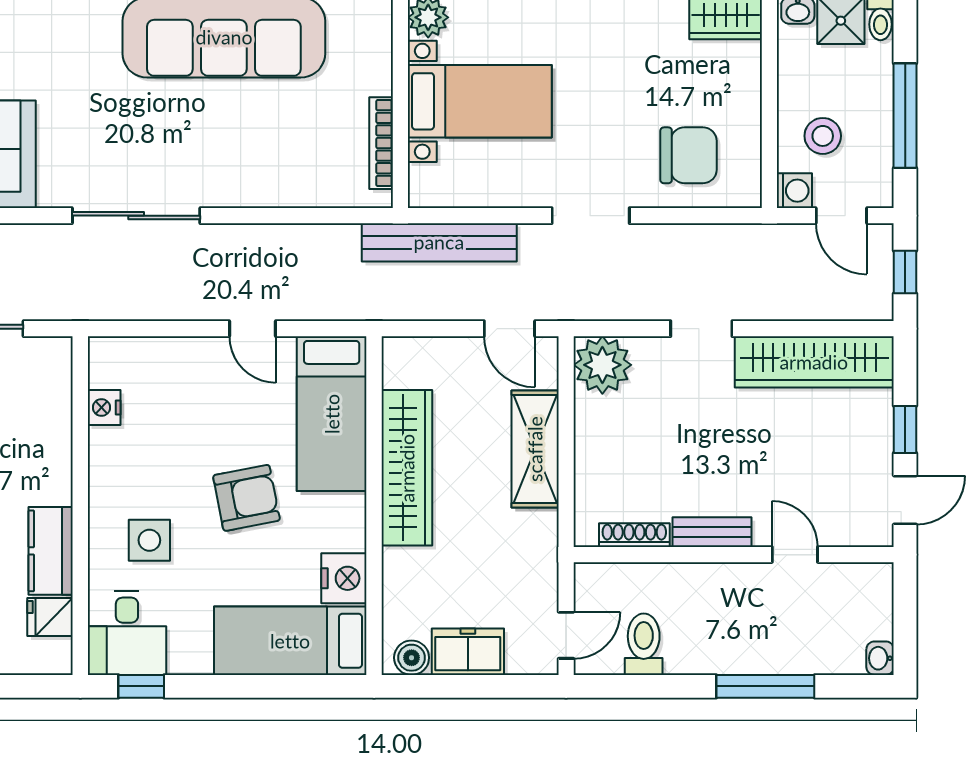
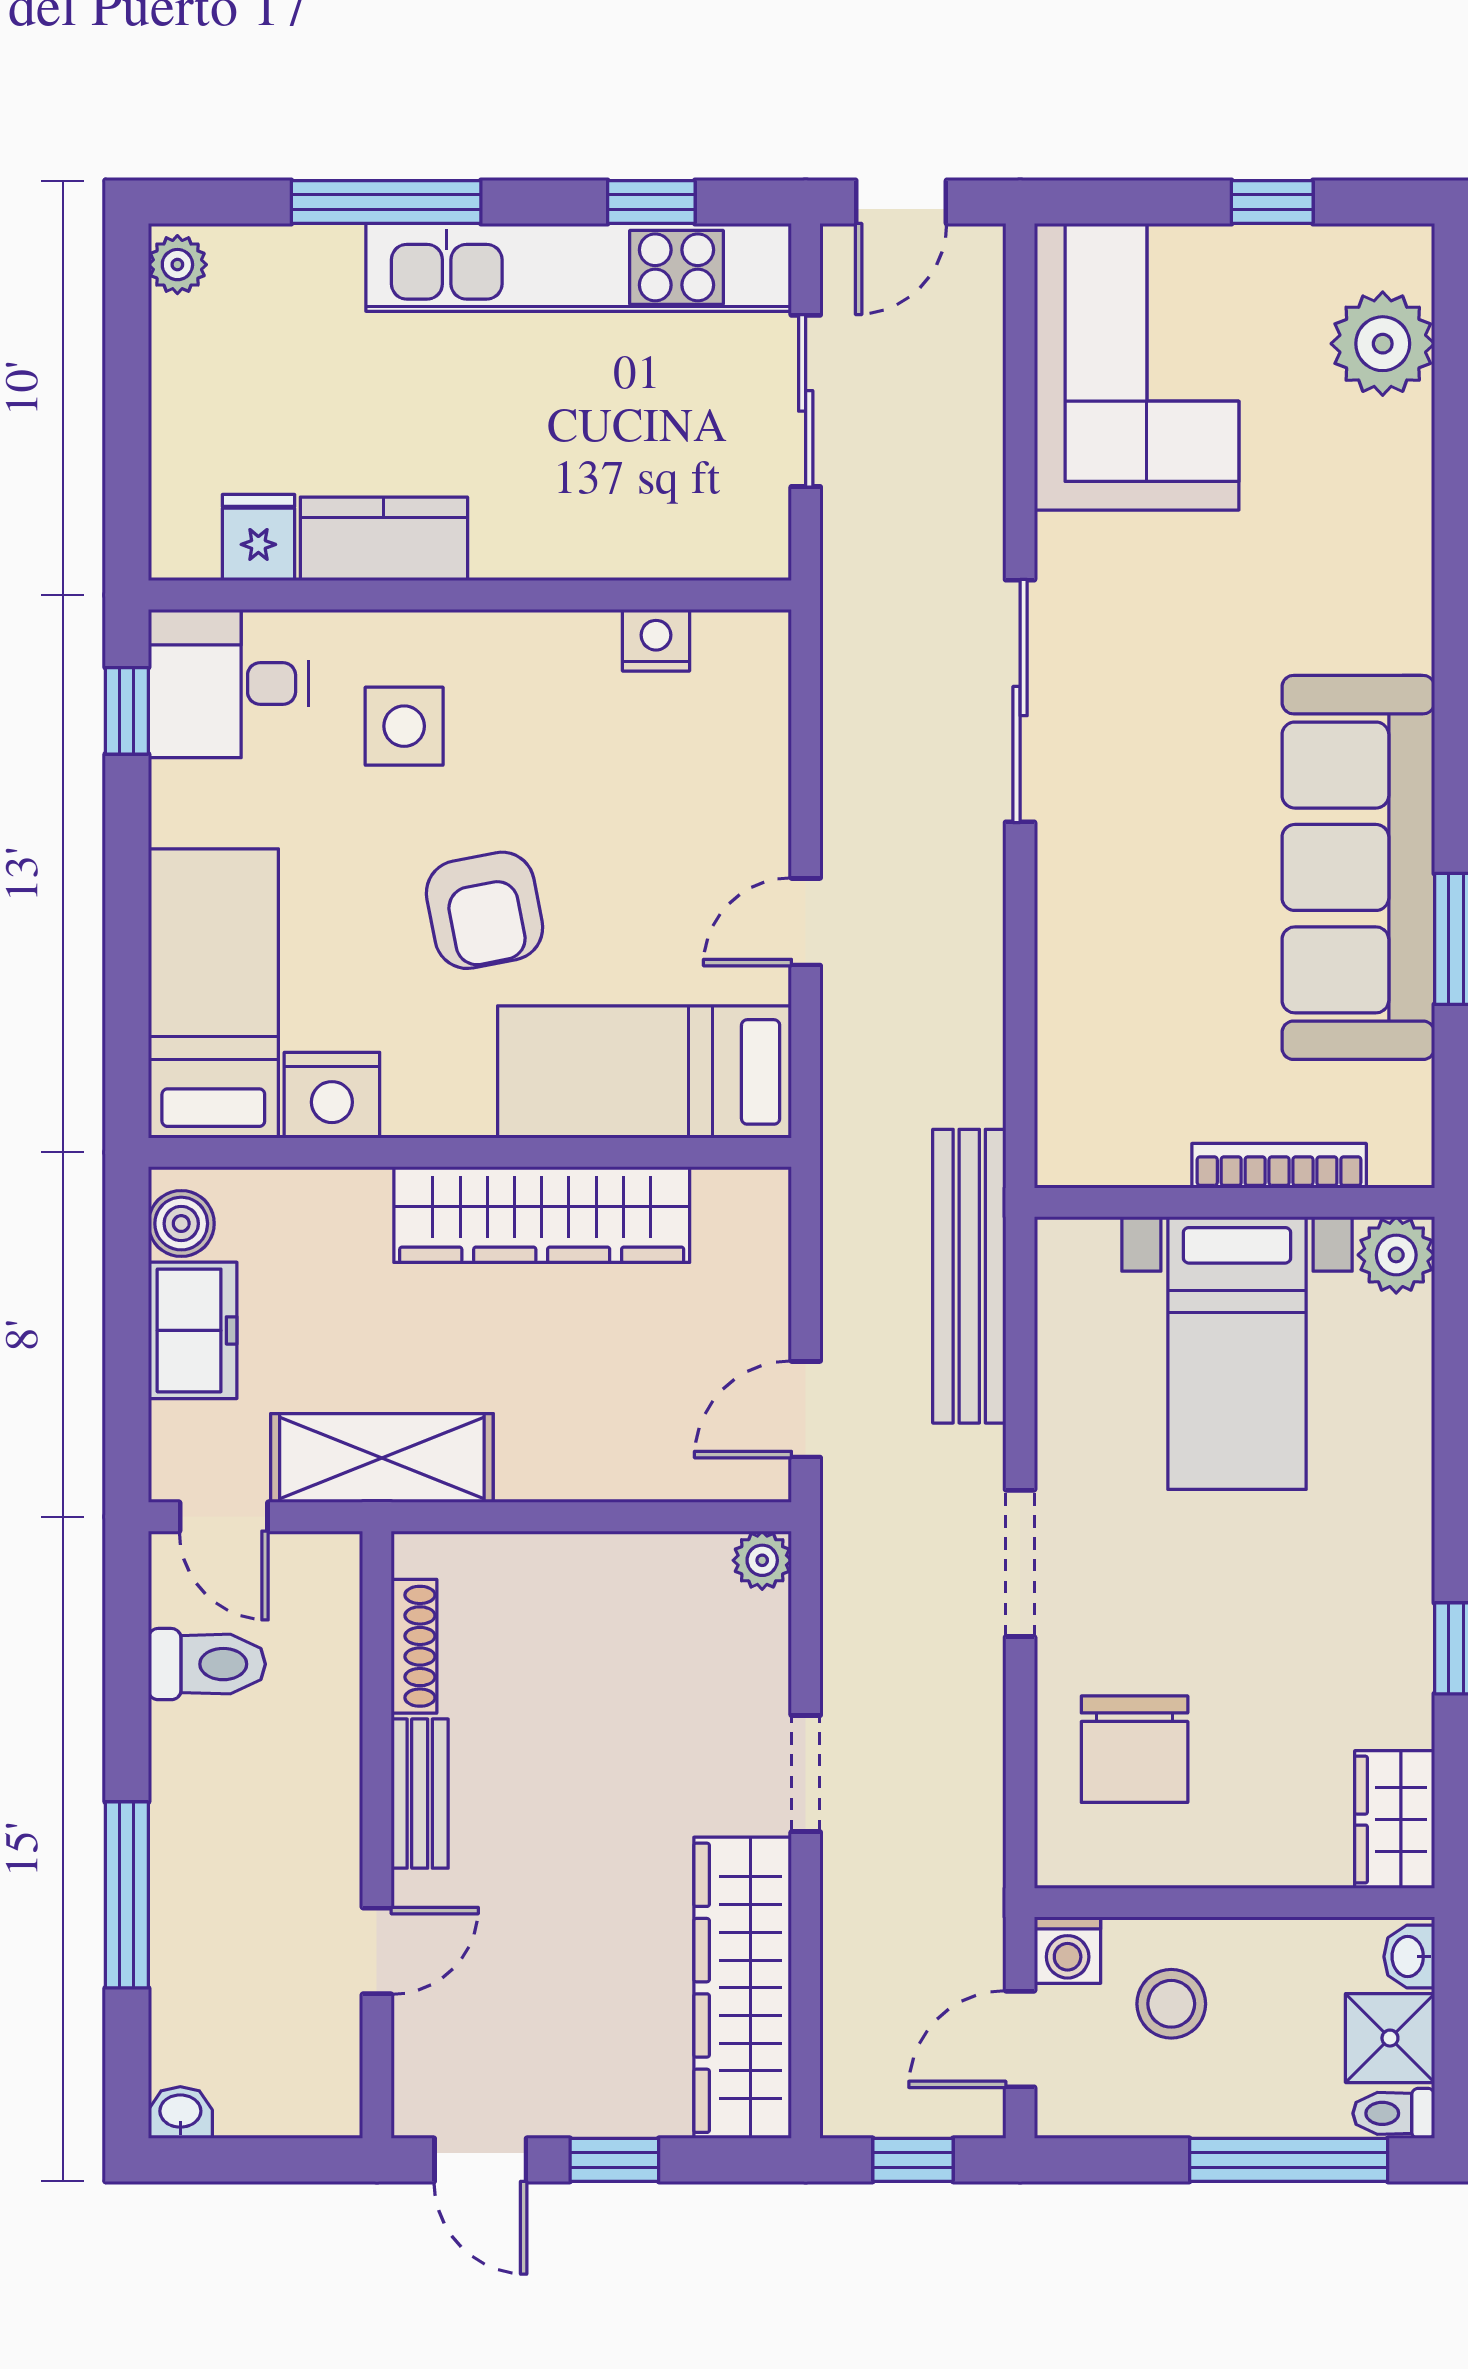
window: (905, 116) -> (1289, 2160), moved
bookcase: (381, 143) -> (1279, 1166), moved
plant: (602, 365) -> (762, 1560), width x0.53, depth x0.53
shelving: (535, 449) -> (382, 1458), moved

